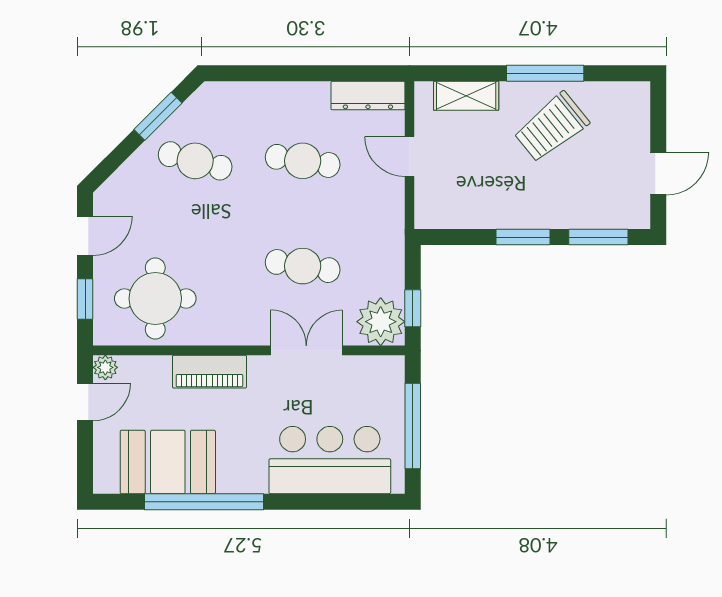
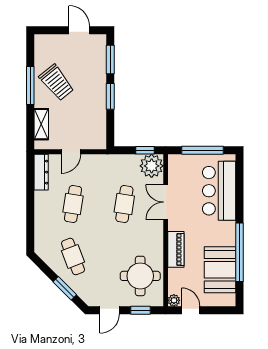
window: (158, 116) -> (65, 288), moved
cafe table: (195, 161) -> (73, 256), turned -36
door: (85, 236) -> (110, 310), swing flipped

